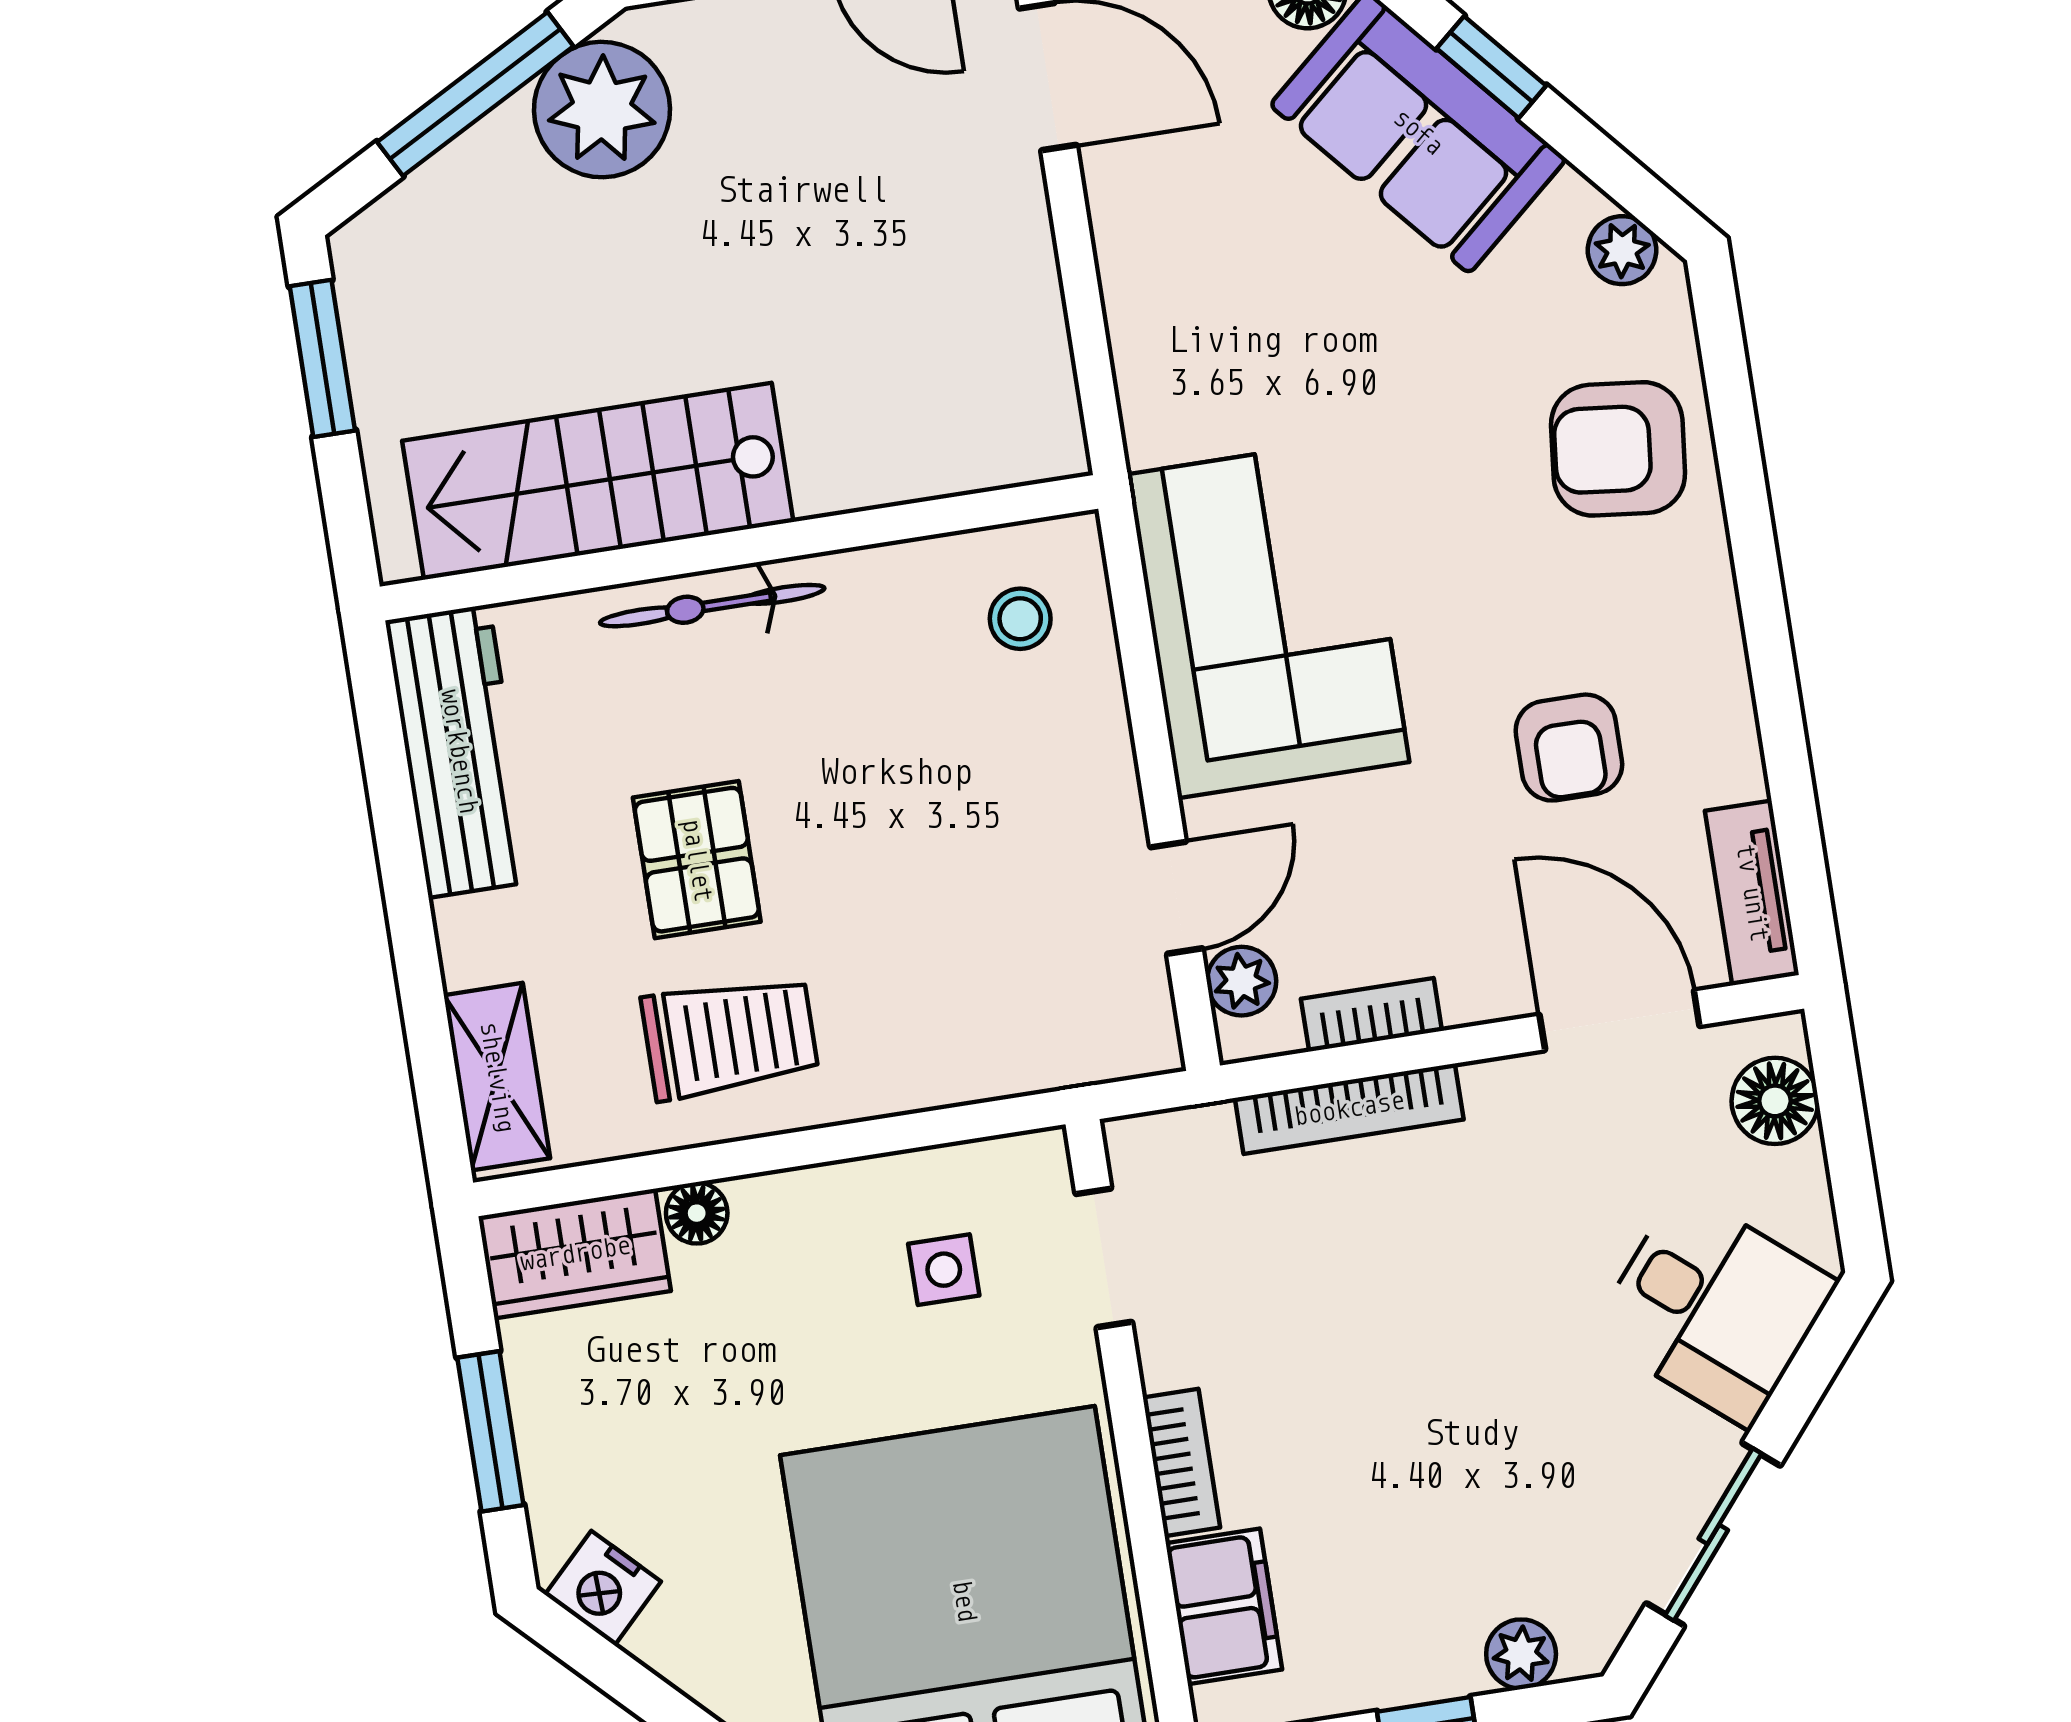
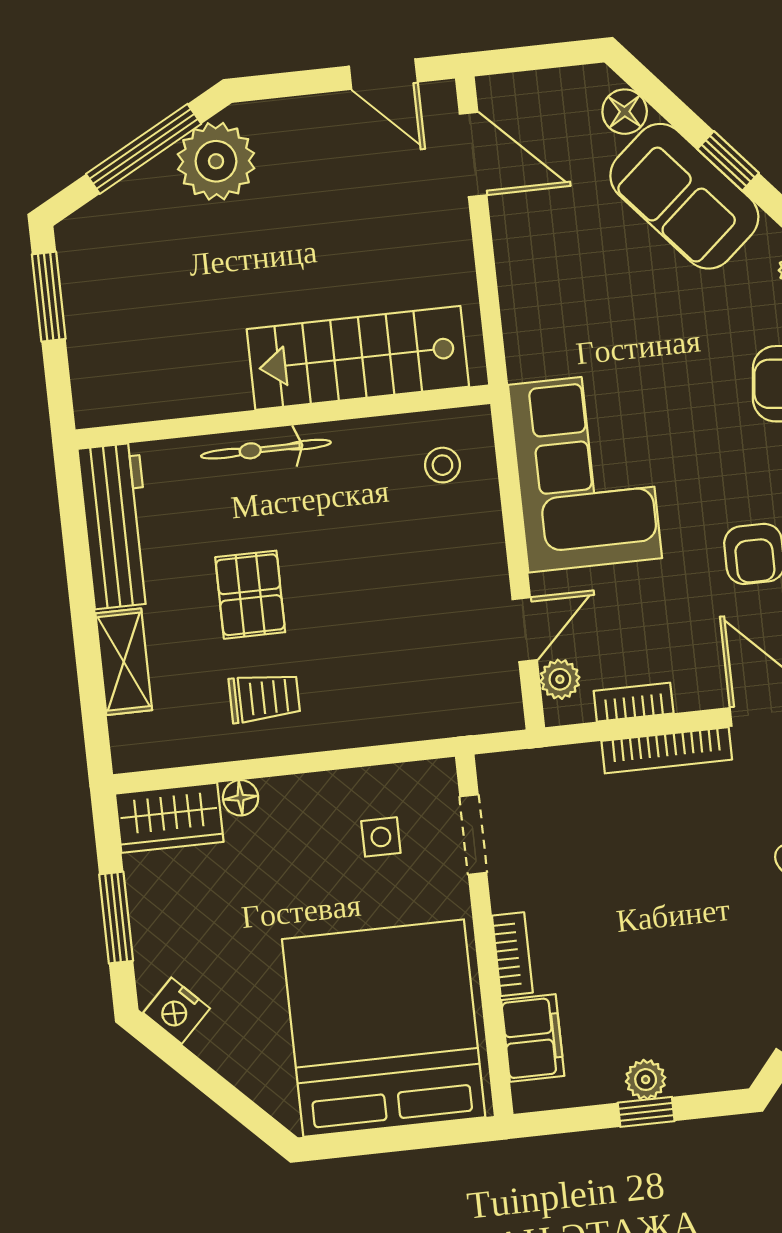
stairs: (598, 481) -> (358, 358), moved
trolley: (730, 1037) -> (264, 698), width x0.73, depth x0.72
shelving: (497, 1077) -> (124, 662), moved
bookcase: (1349, 1109) -> (667, 750), moved
plant: (1521, 1654) -> (646, 1080), moved

